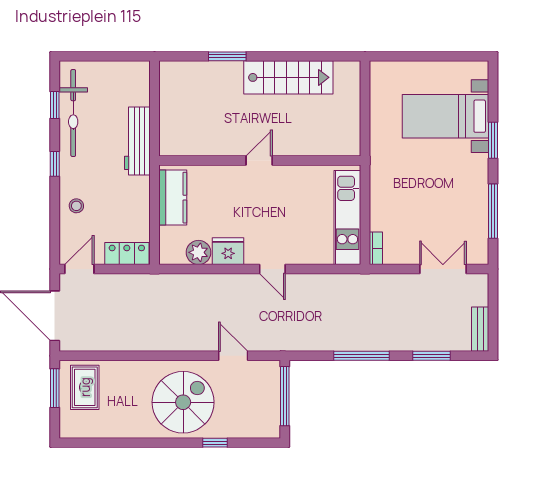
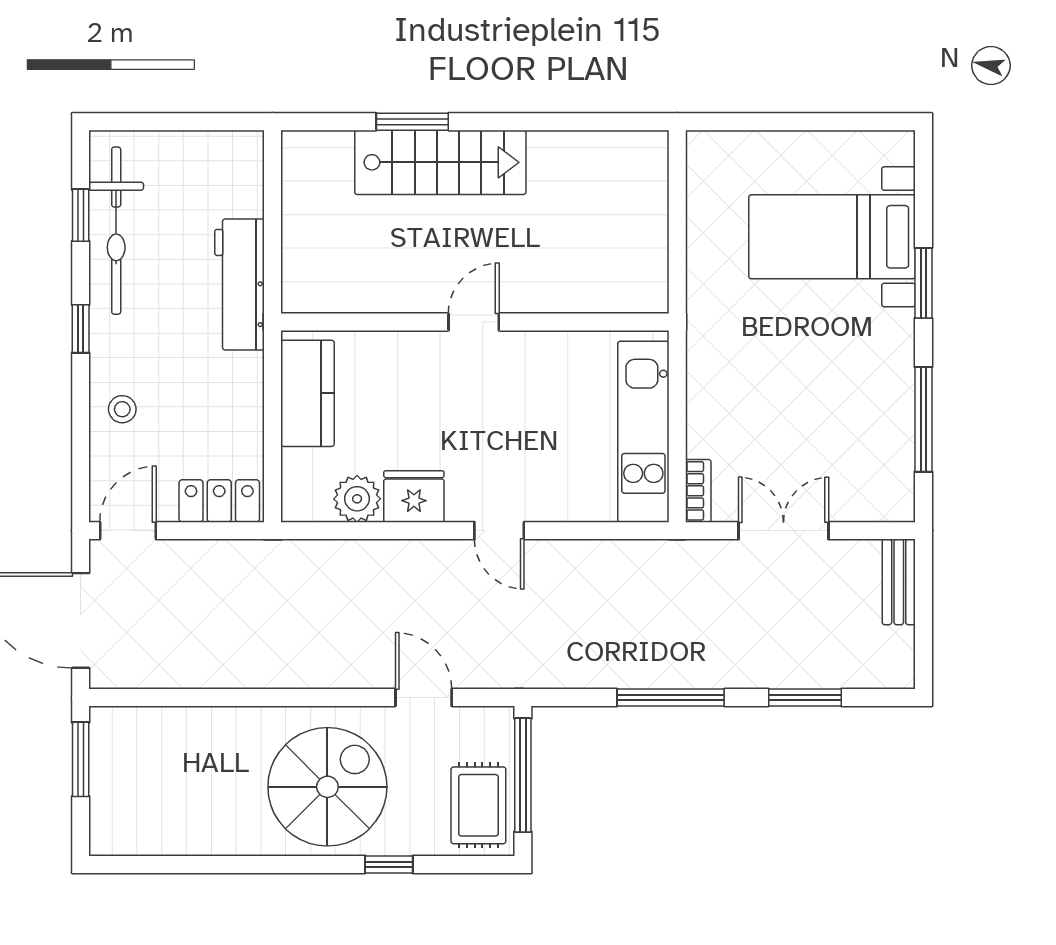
stairs: (288, 77) -> (440, 162), moved
double door: (443, 269) -> (784, 531), moved
bench: (480, 329) -> (899, 582), moved
rug: (85, 387) -> (478, 805), moved

